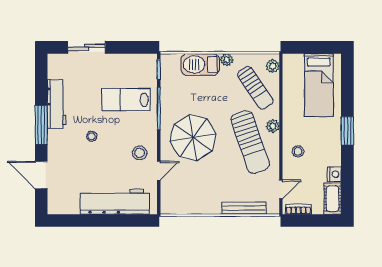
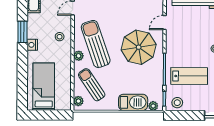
plant: (227, 60) -> (153, 106), moved
window: (347, 131) -> (22, 32), moved
stool: (140, 153) -> (177, 103), moved
nightstand: (334, 174) -> (32, 45), moved

